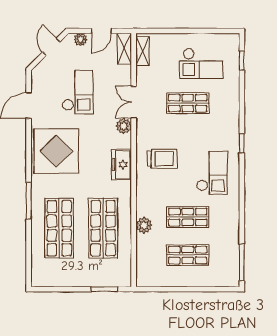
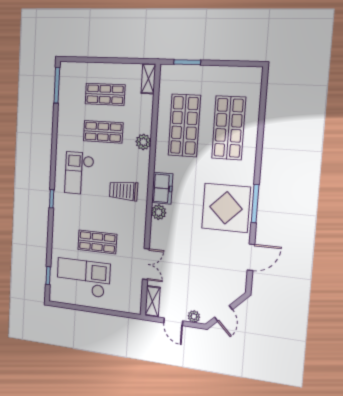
door: (101, 31) -> (173, 322), swing flipped
shelving: (143, 51) -> (148, 79), moved
checkout: (201, 63) -> (83, 278), width x1.36, depth x1.21
checkout: (78, 92) -> (200, 265), removed
double door: (134, 102) -> (146, 264), moved
plant: (124, 126) -> (159, 212), moved
window: (29, 201) -> (255, 204), moved
plant: (144, 225) -> (143, 142), moved

